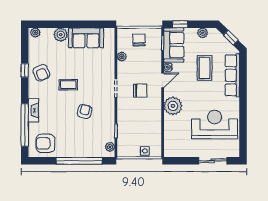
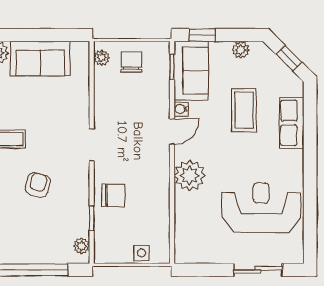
plant: (122, 57) -> (102, 58), moved
row of seats: (232, 75) -> (292, 123), width x0.68
chair: (140, 91) -> (113, 195), moved

